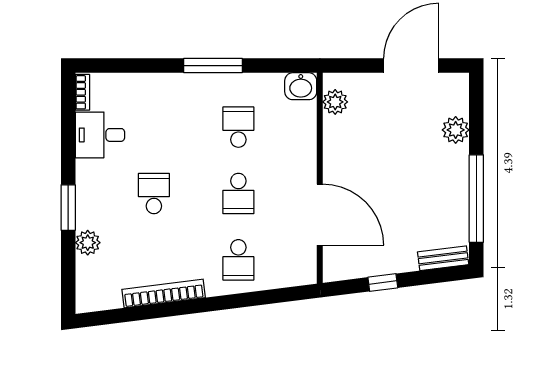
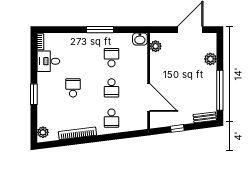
plant: (88, 243) -> (43, 132), moved

